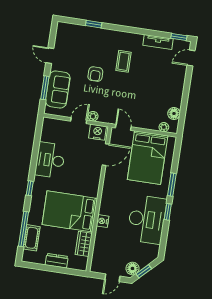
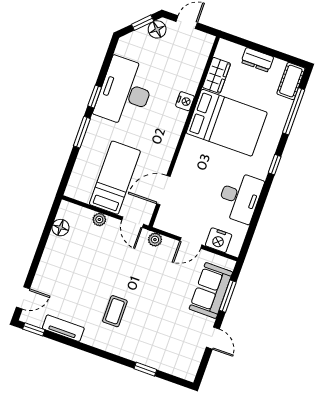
armchair: (95, 74) -> (156, 301), removed
plant: (93, 116) -> (155, 240), moved
plant: (164, 127) -> (99, 219), moved
nightstand: (97, 132) -> (219, 240), moved
bed: (148, 158) -> (115, 178), width x0.67
cot: (32, 238) -> (291, 81), moved

